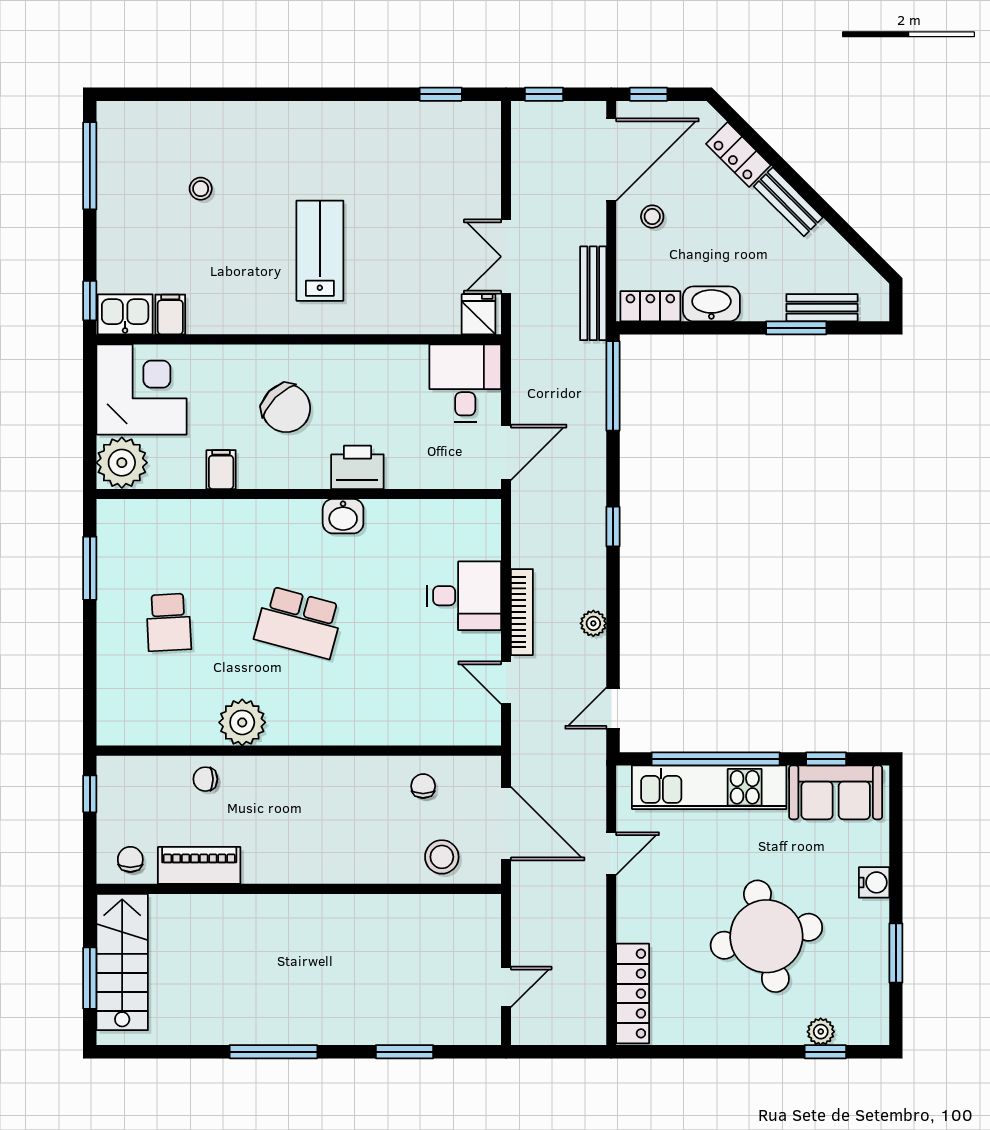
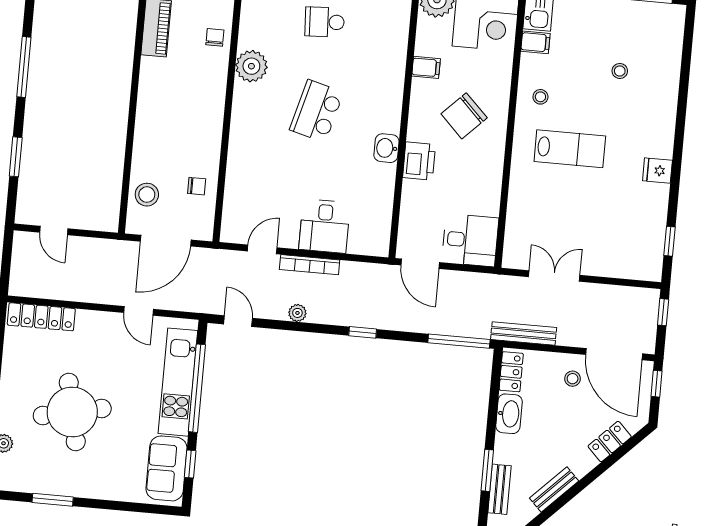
bench: (788, 202) -> (554, 490), moved
stool: (249, 300) -> (540, 97), added
fridge: (479, 314) -> (657, 171), moved, turned 180
water cooler: (874, 882) -> (102, 489), removed

